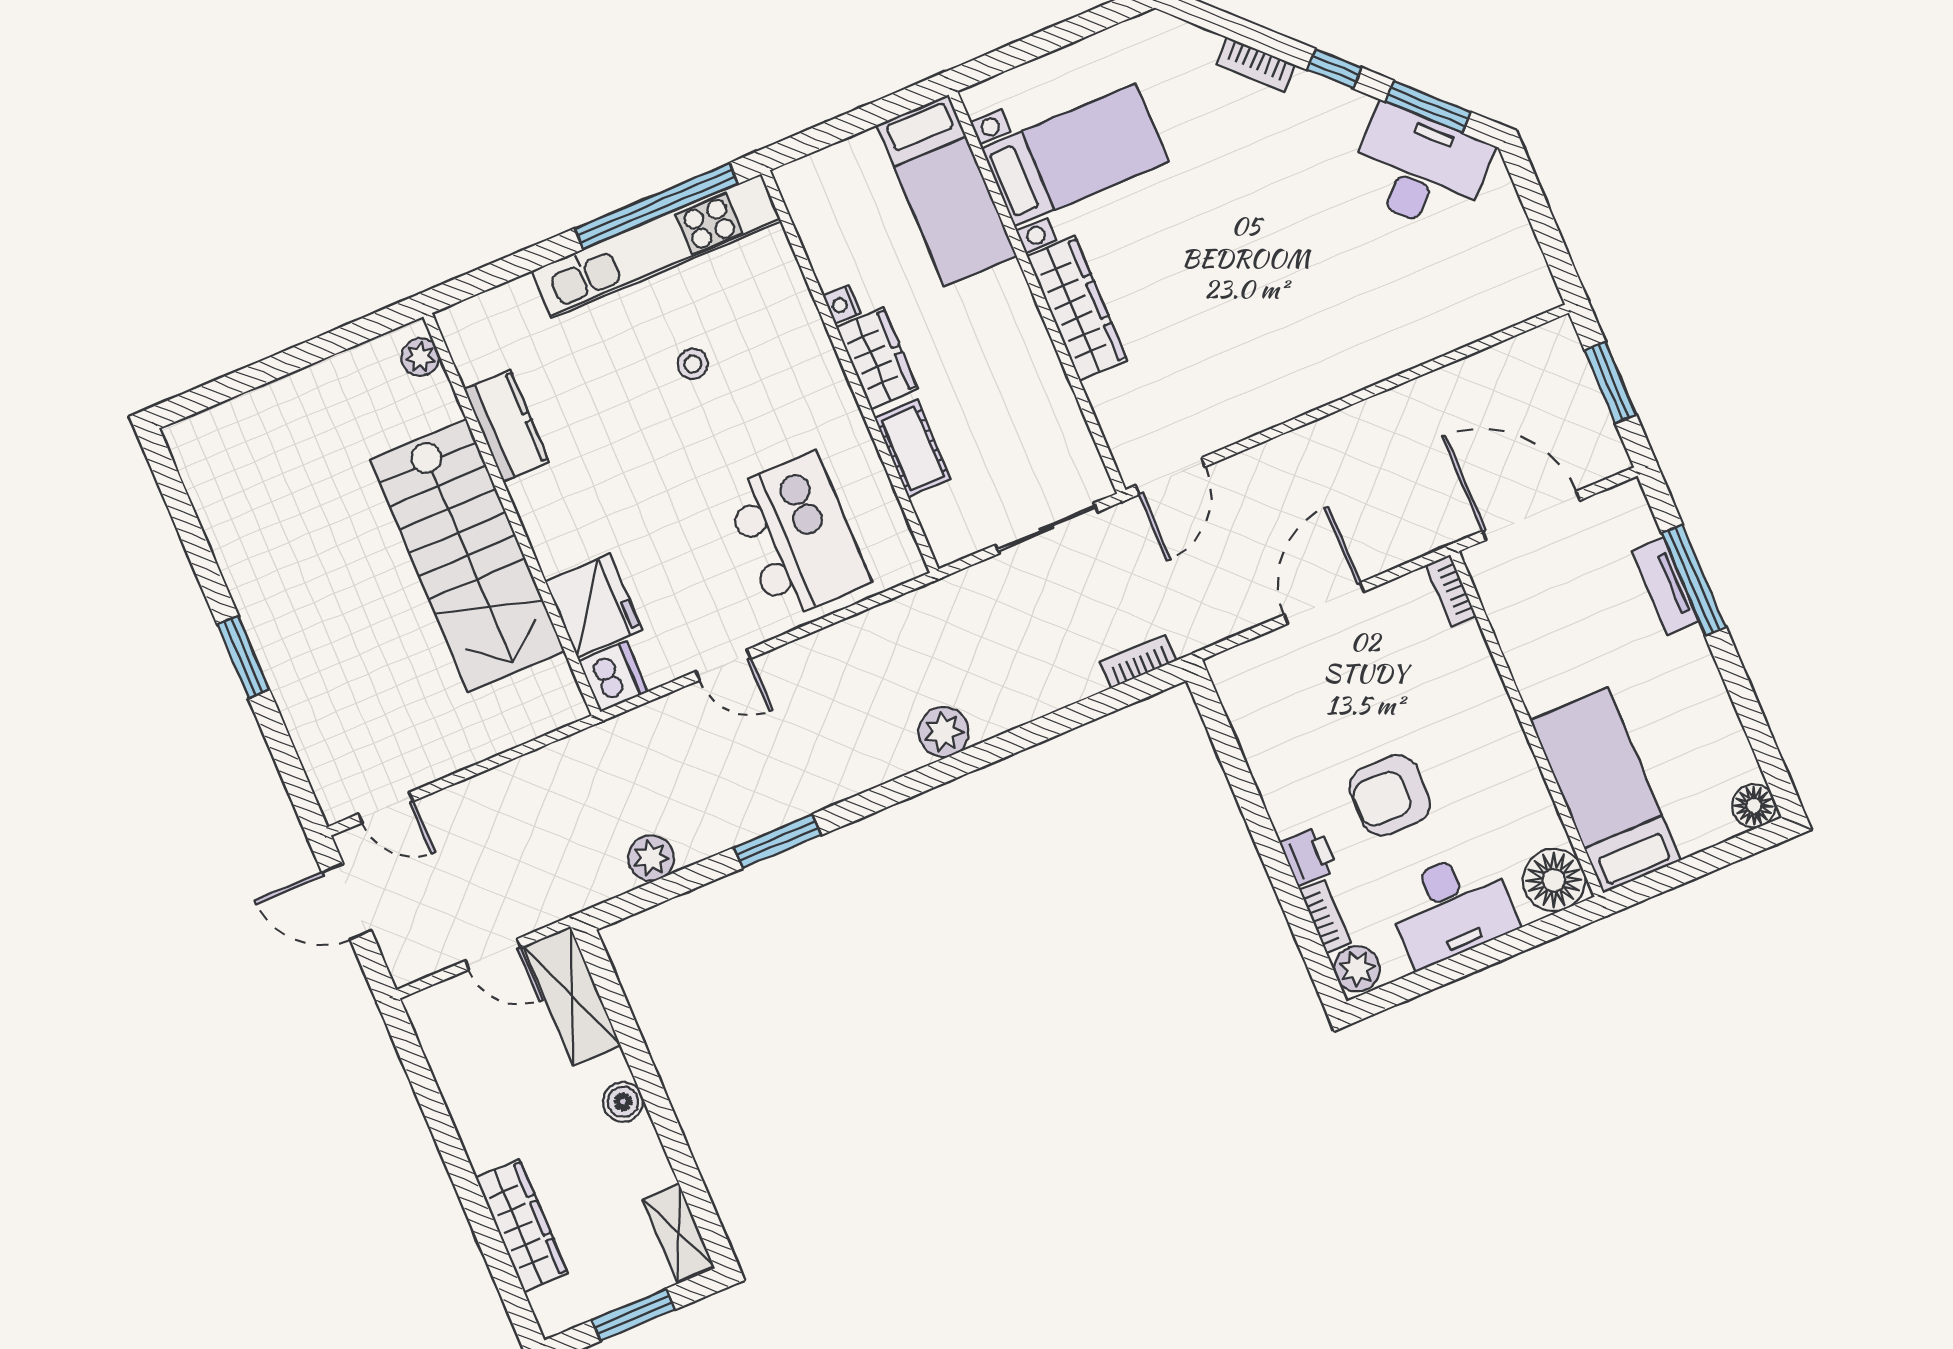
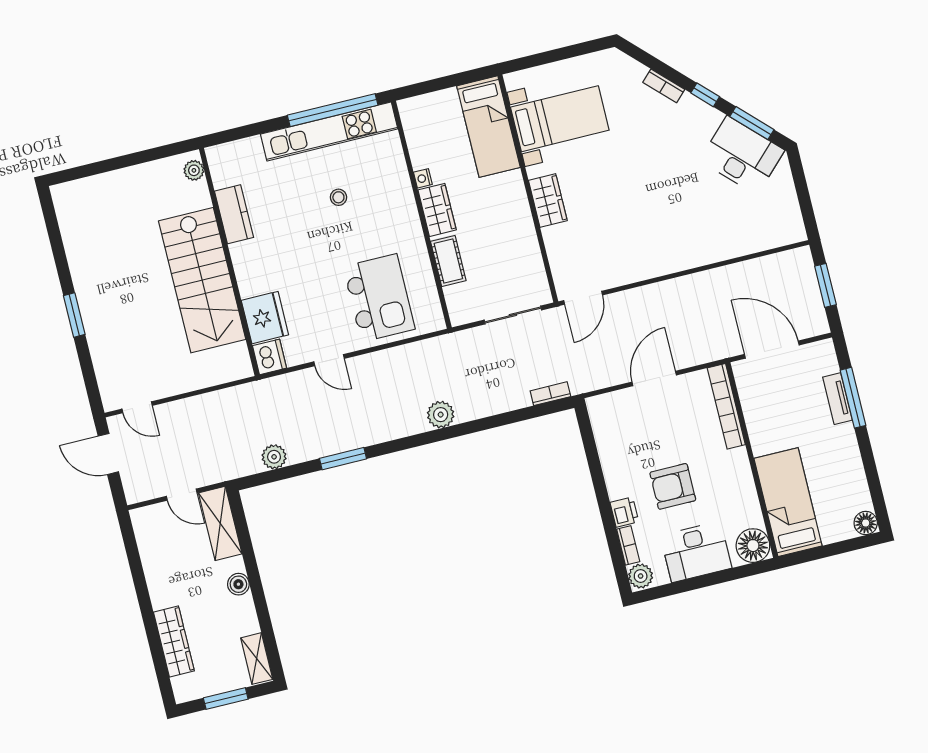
wardrobe: (1077, 308) -> (548, 200), width x0.67
bookcase: (1451, 591) -> (726, 406), width x2.31, depth x1.31

